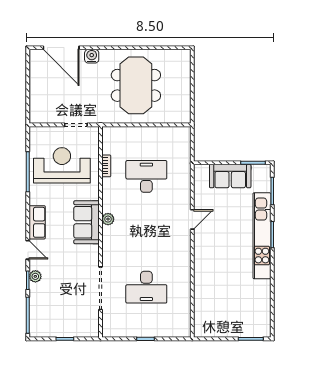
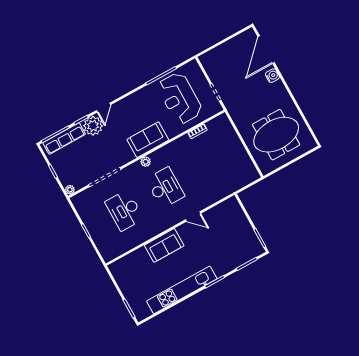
meeting table: (136, 85) -> (276, 135), moved
reception desk: (62, 165) -> (180, 98), turned 180
desk: (146, 176) -> (165, 188), moved
sofa: (230, 176) -> (164, 245), moved, turned -90
plant: (108, 219) -> (146, 162), moved
row of seats: (37, 222) -> (64, 139), moved, width x1.48
kitchen unit: (262, 236) -> (182, 290), moved
plant: (35, 276) -> (93, 126), width x1.87, depth x1.87
plant: (94, 332) -> (70, 190), added

